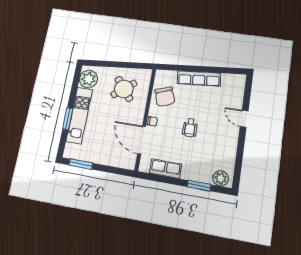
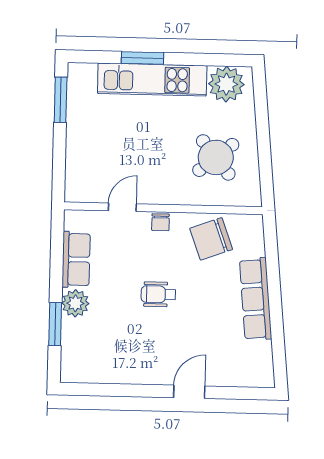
door: (142, 140) -> (122, 207), width x0.53
plant: (221, 178) -> (75, 303), moved

